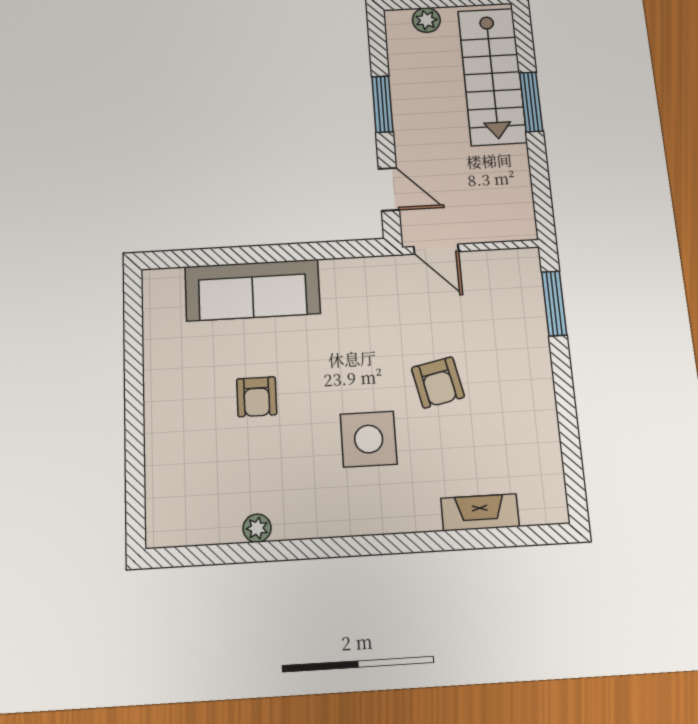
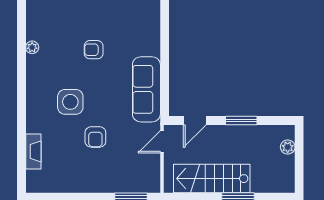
stairs: (492, 76) -> (212, 179), moved
sofa: (252, 290) -> (146, 89), moved
armchair: (438, 382) -> (95, 137), turned -78

